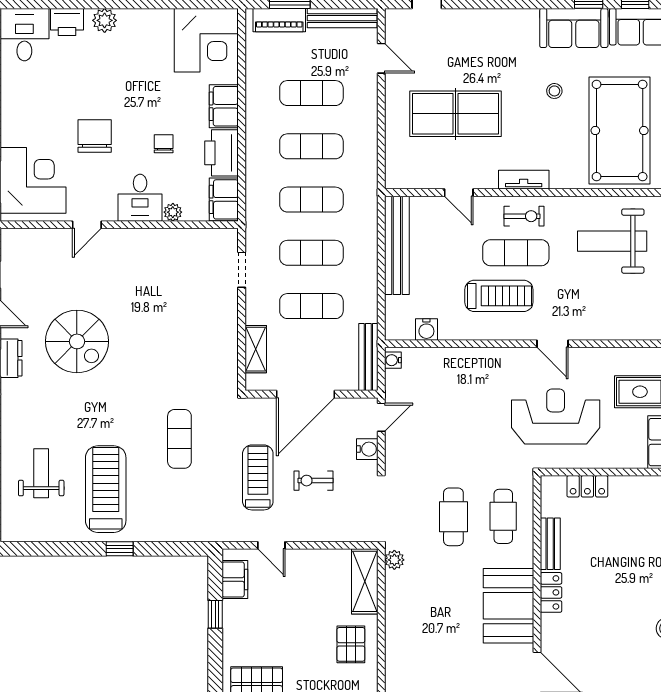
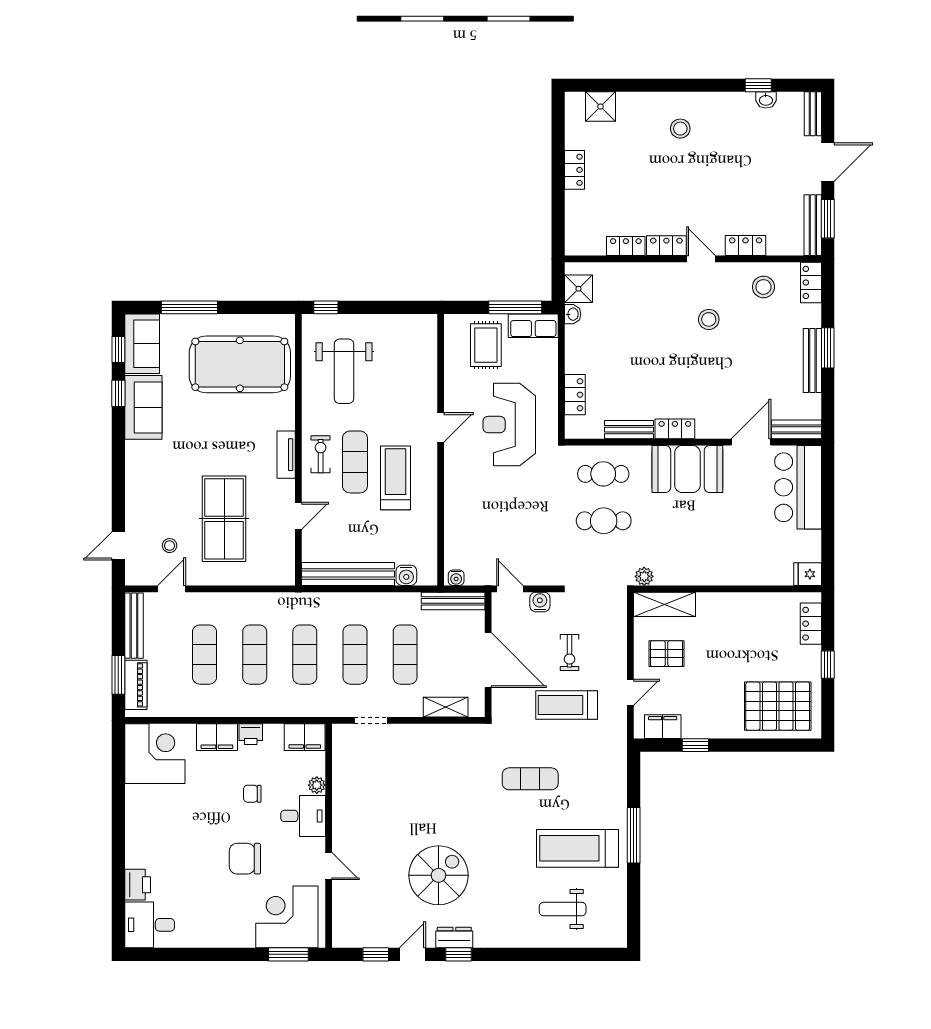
plant: (105, 20) -> (136, 849), removed
stool: (554, 91) -> (170, 546), moved
printer: (221, 153) -> (251, 734), width x0.53, depth x0.68
water cooler: (426, 329) -> (406, 575), moved, turned 90
window: (120, 549) -> (634, 835), width x2.17
pallet: (351, 644) -> (667, 654), moved

